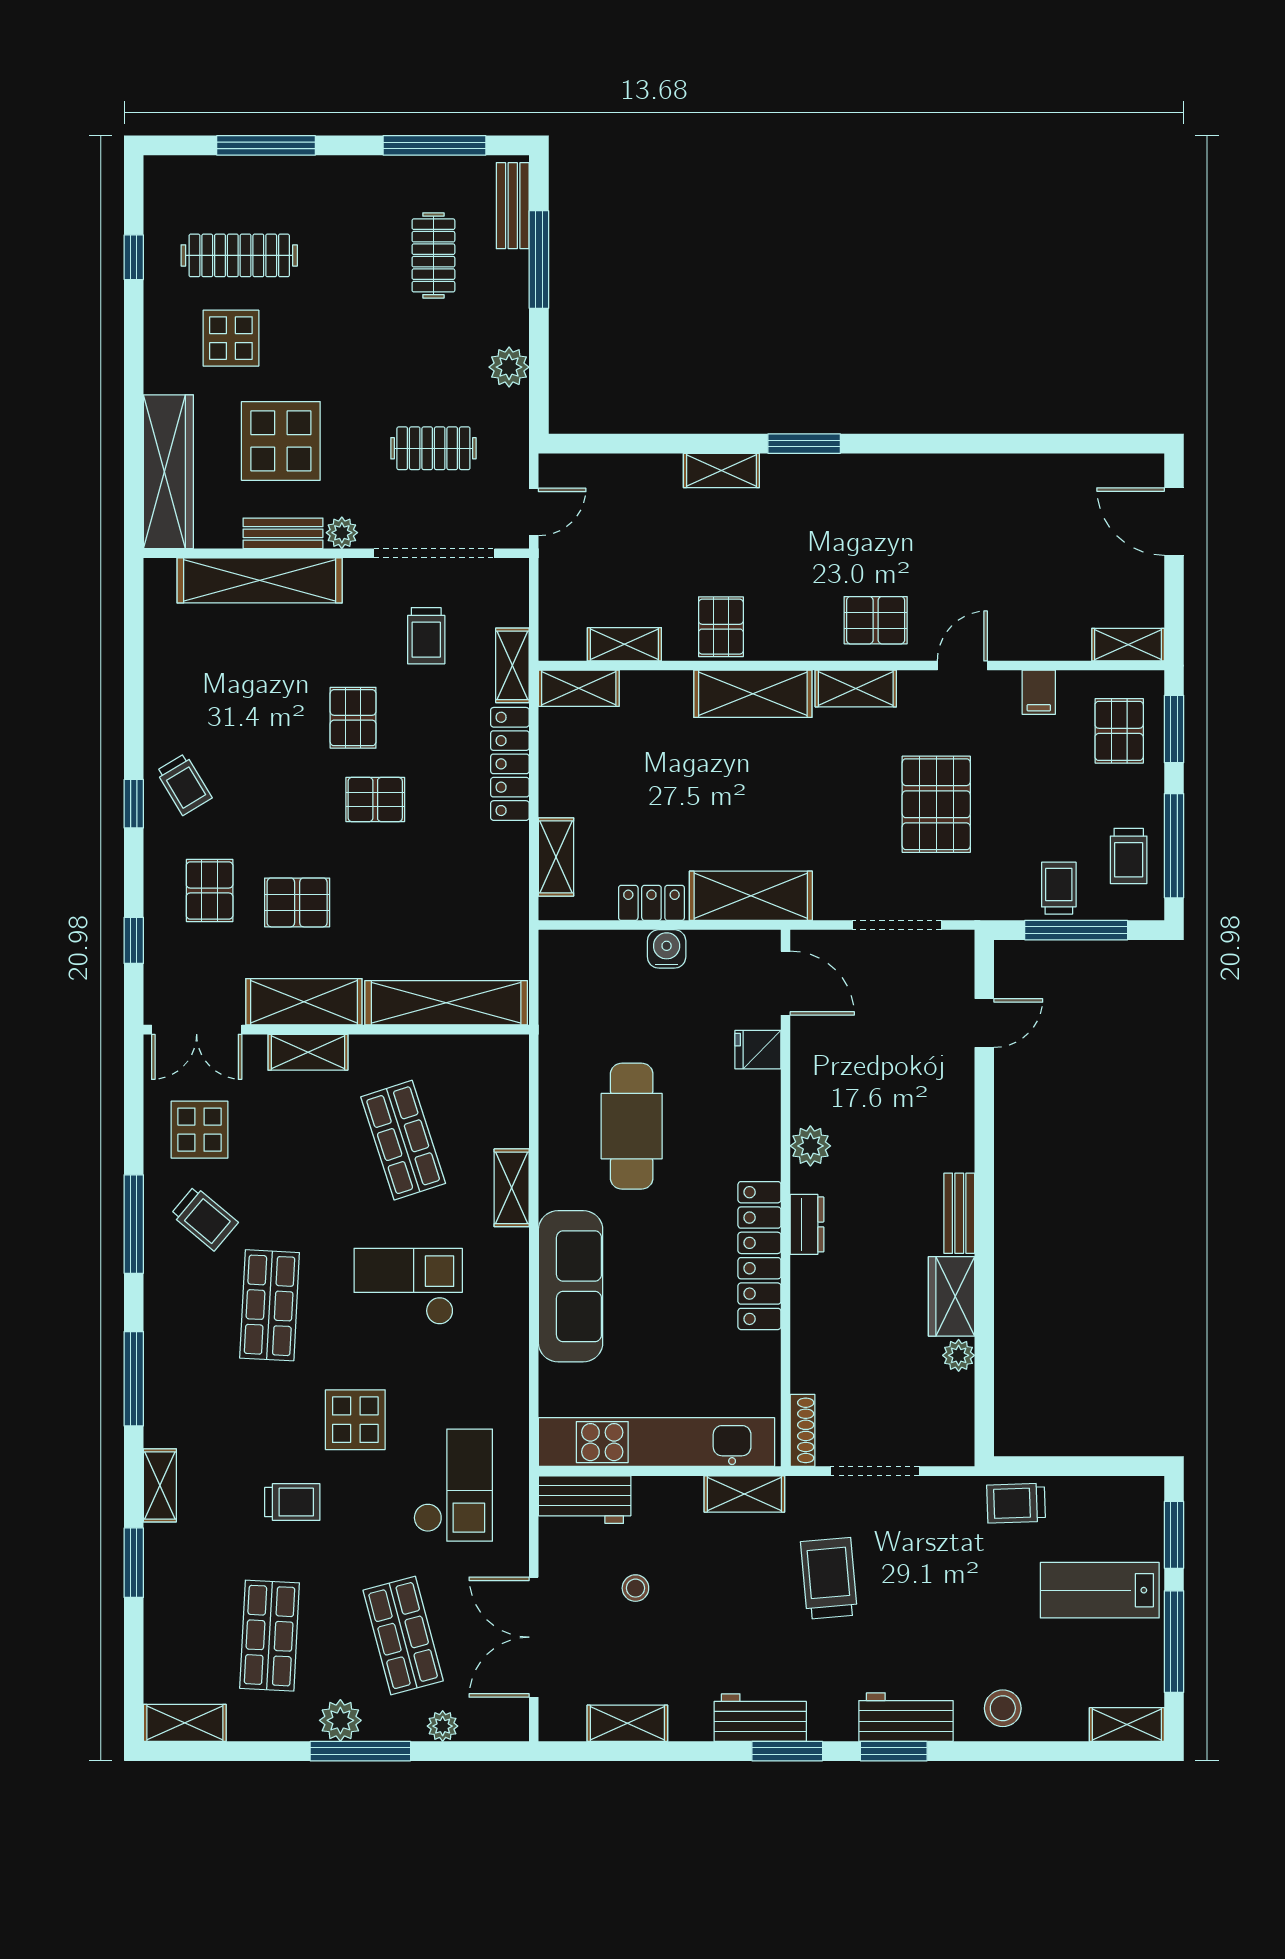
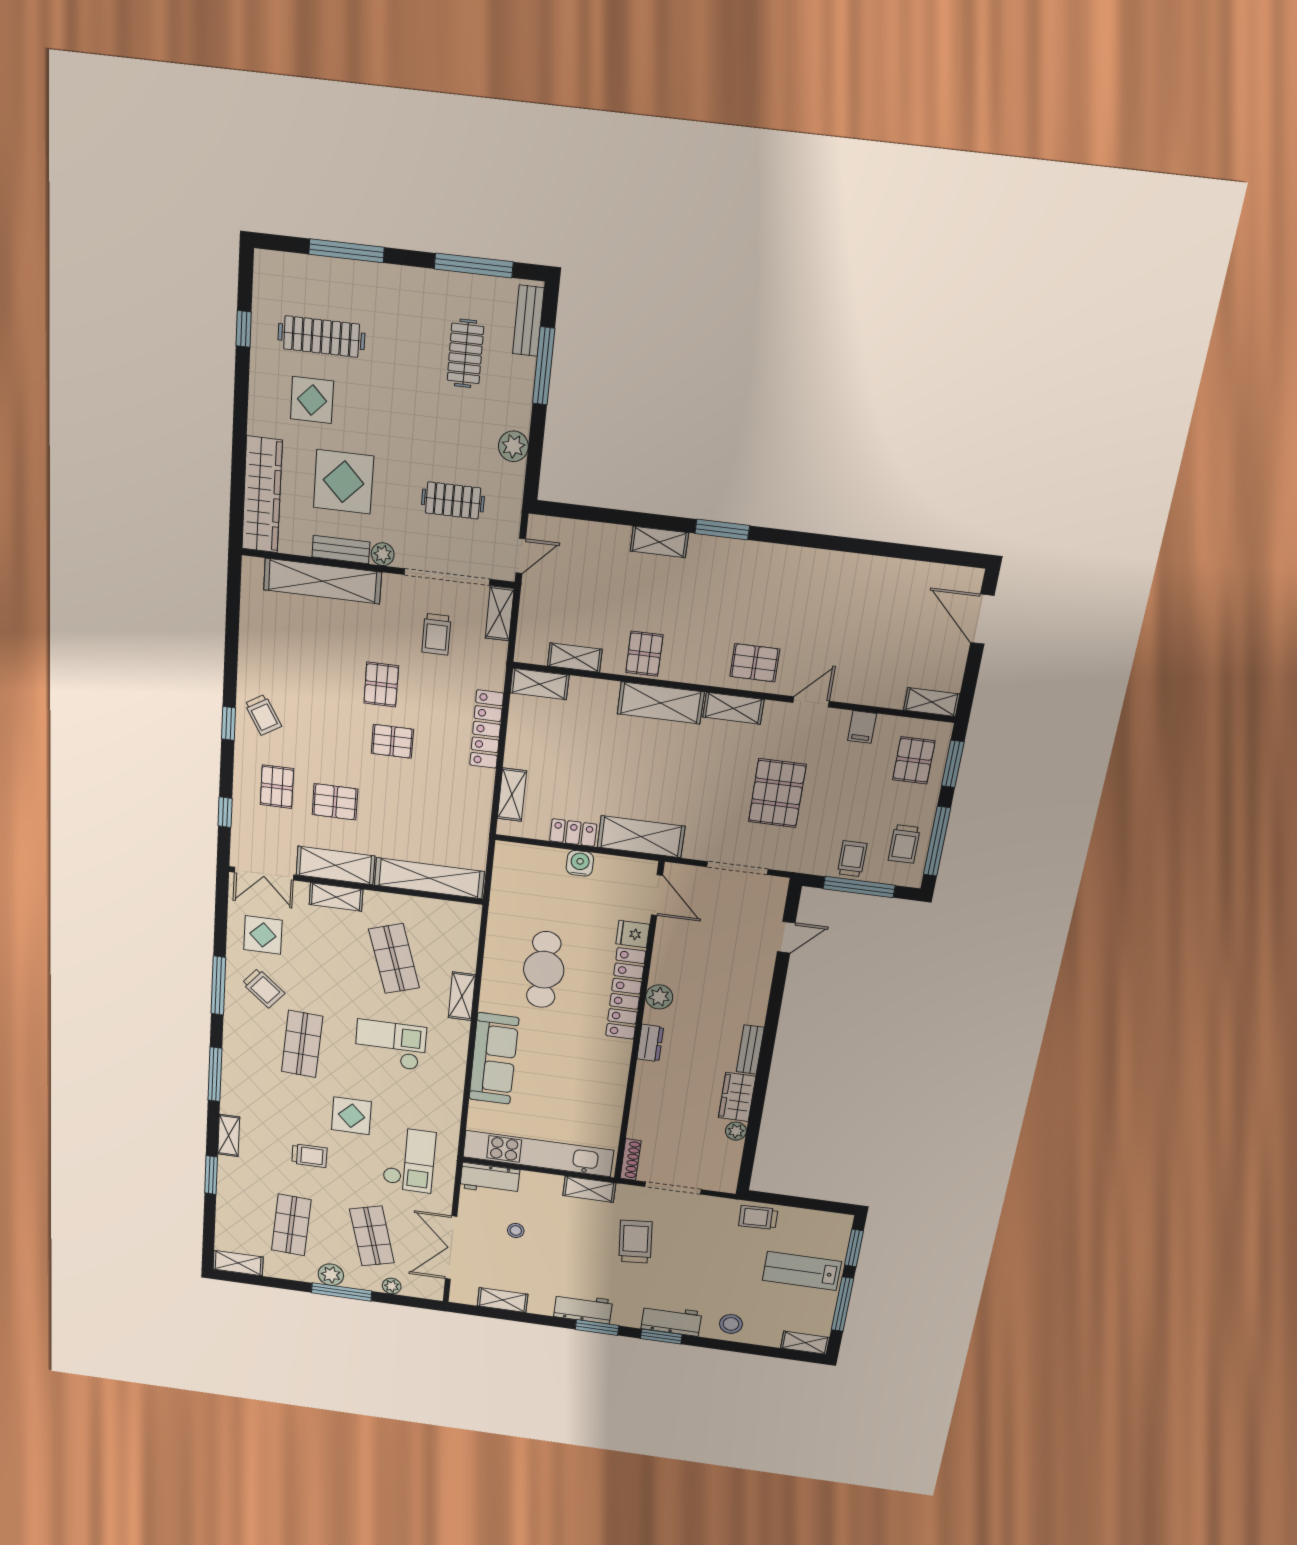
shelving: (512, 665) -> (500, 613), moved
locker: (759, 1256) -> (626, 994), moved

